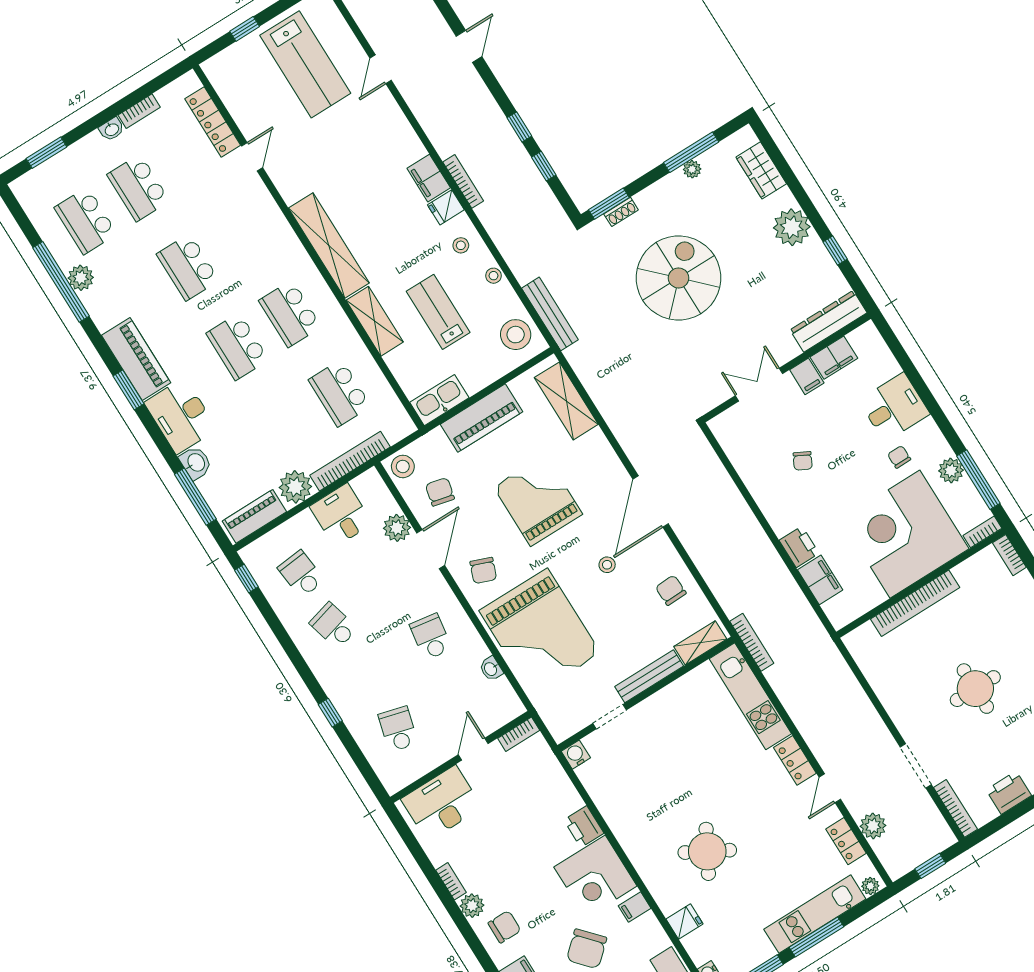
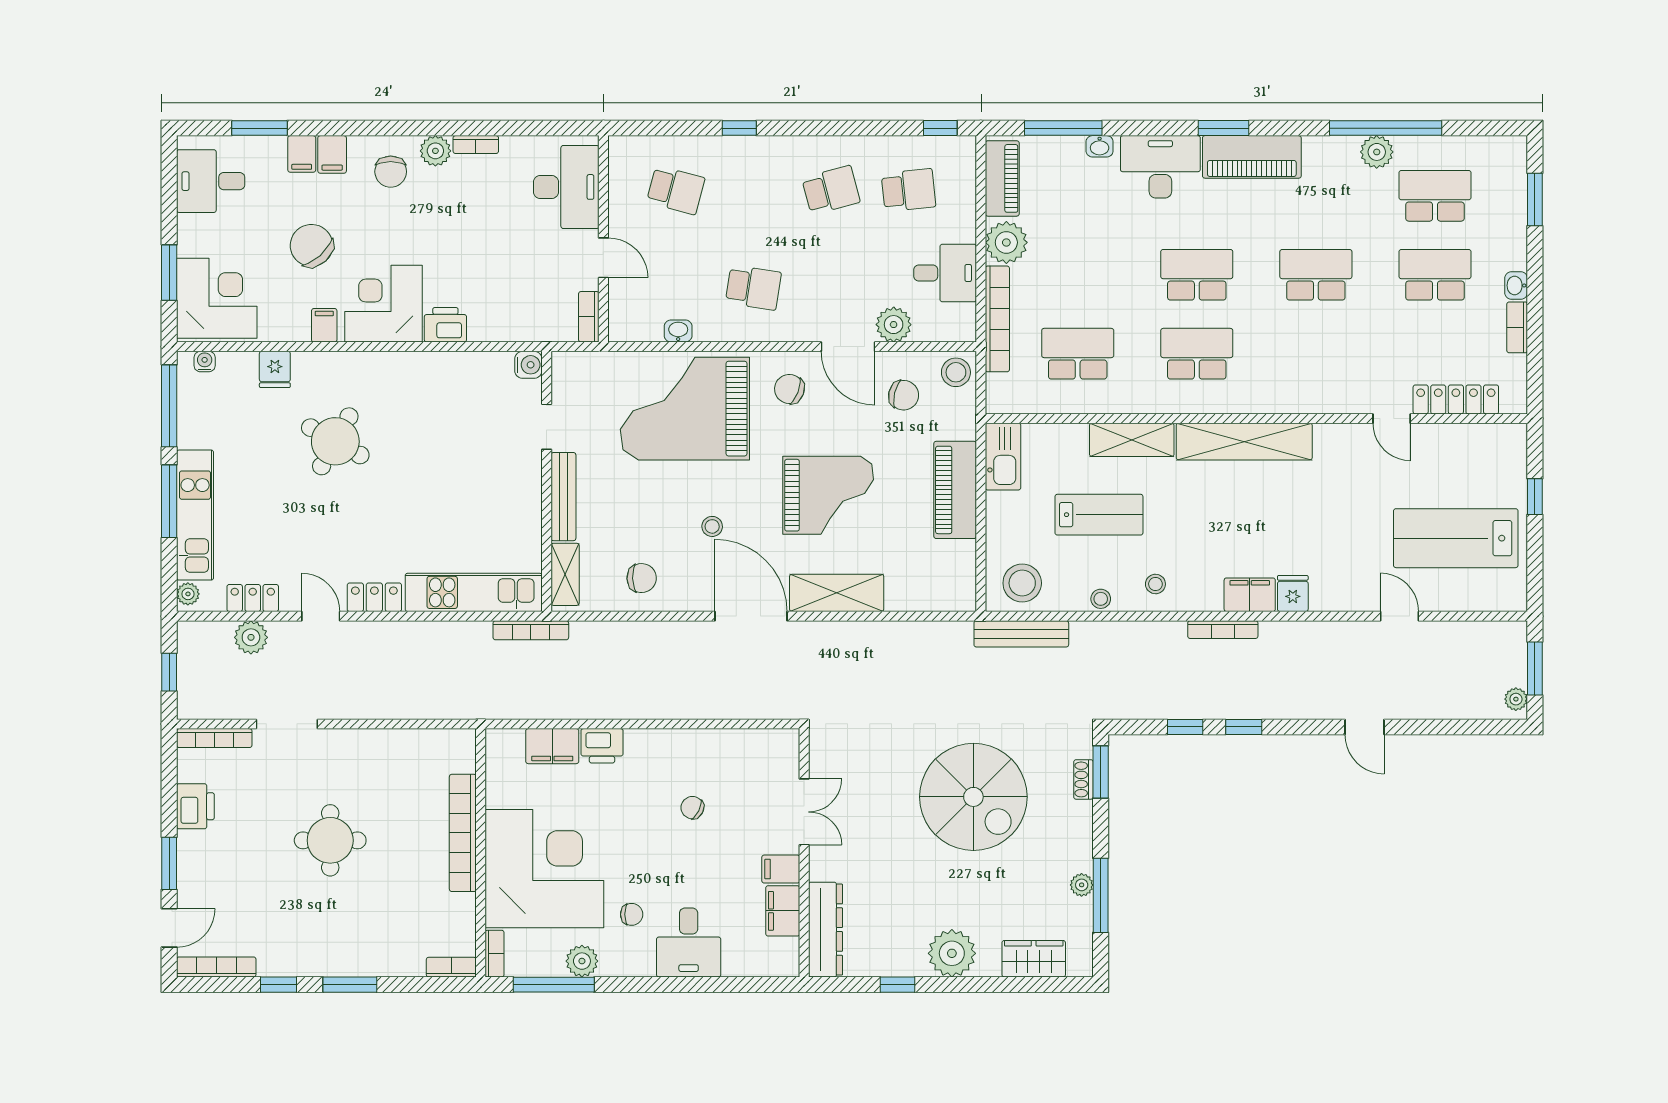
fridge: (446, 207) -> (1293, 594), moved
shelving: (566, 401) -> (837, 593), moved
washbasin: (196, 463) -> (1100, 146), width x0.72, depth x0.69

